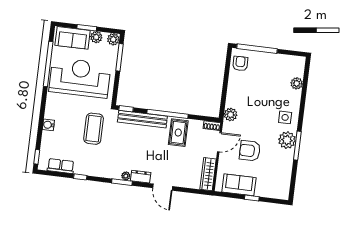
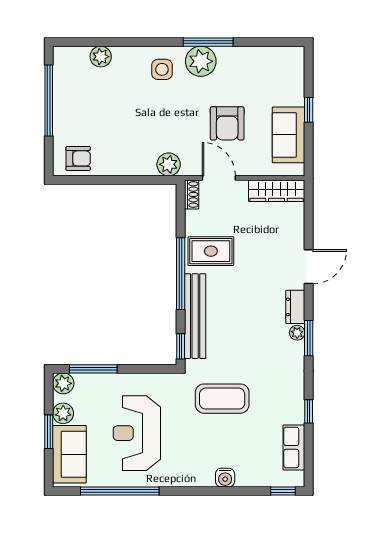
window: (257, 49) -> (49, 100), moved
armchair: (240, 64) -> (78, 158), turned 180
reception desk: (80, 78) -> (137, 433), width x0.74, depth x0.77

